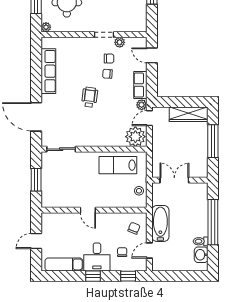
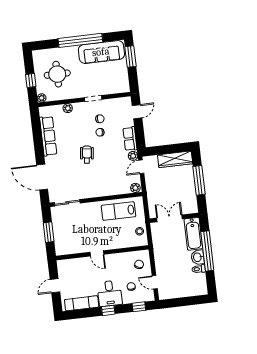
plant: (120, 42) -> (68, 108), moved
door: (152, 55) -> (137, 112), swing flipped
plant: (135, 137) -> (135, 188), width x0.53, depth x0.53
bathtub: (160, 223) -> (193, 234), moved, turned 180
door: (149, 251) -> (155, 282), hinge flipped
washbasin: (201, 255) -> (198, 257), moved

